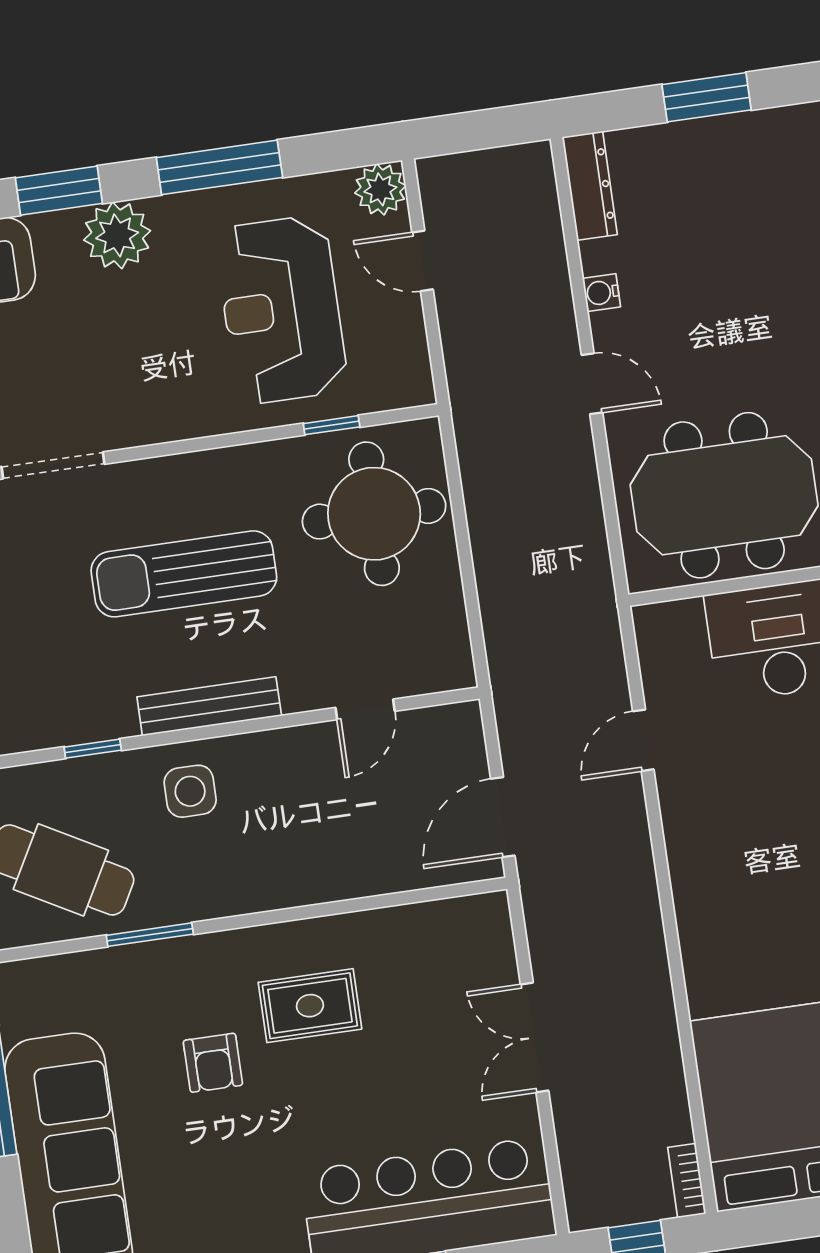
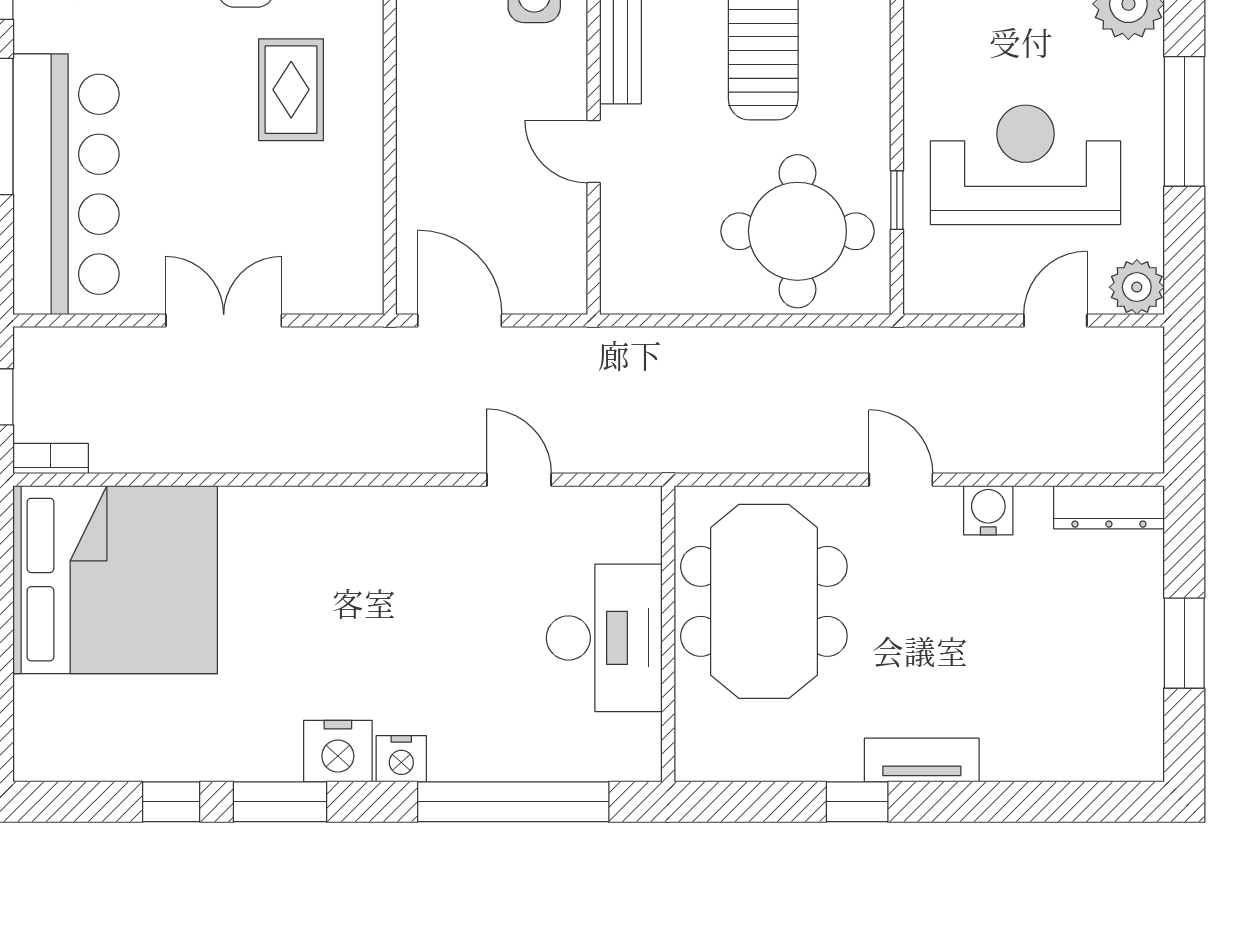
water cooler: (601, 293) -> (988, 510), width x1.38, depth x1.38
door: (592, 384) -> (901, 480), swing flipped
door: (365, 709) -> (594, 152), moved

